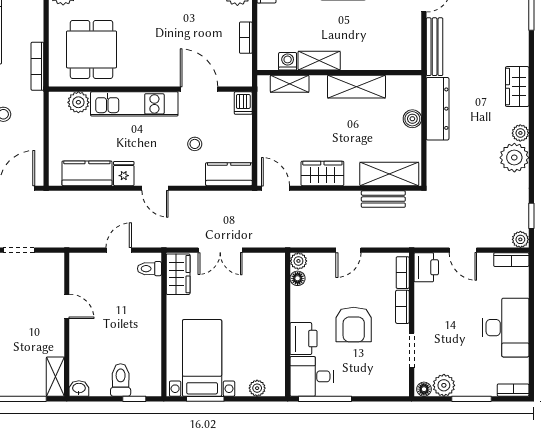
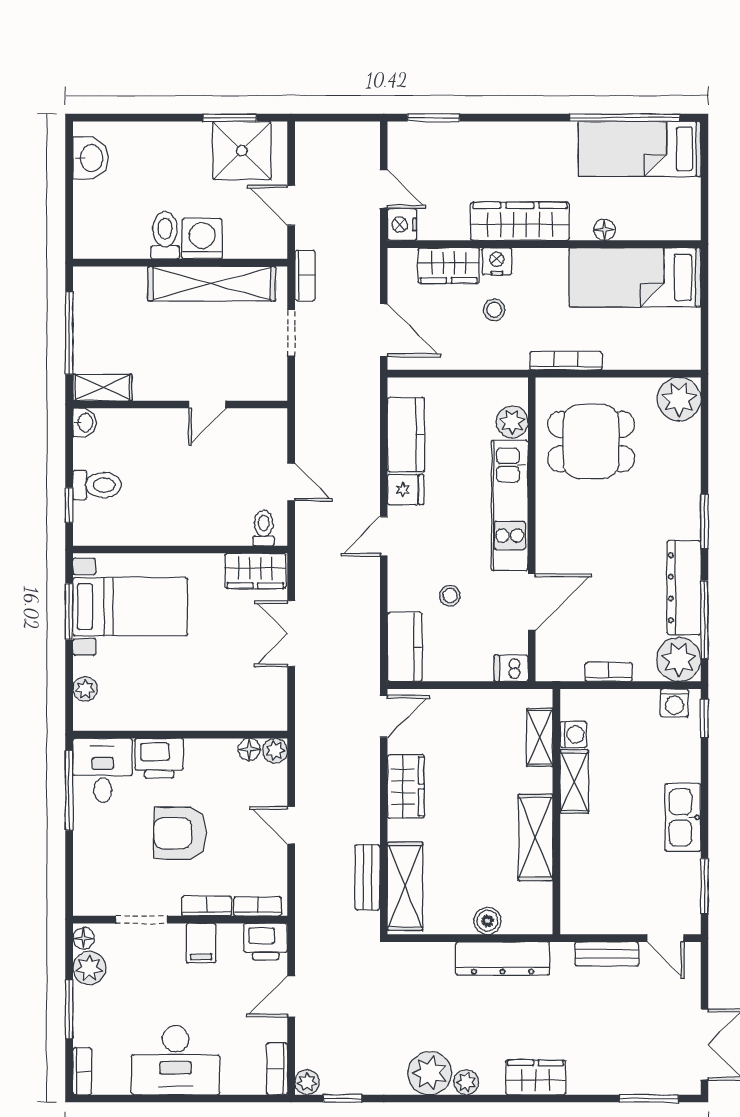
bench: (435, 47) -> (607, 954), width x0.73
filing cabinet: (427, 310) -> (201, 943), added

